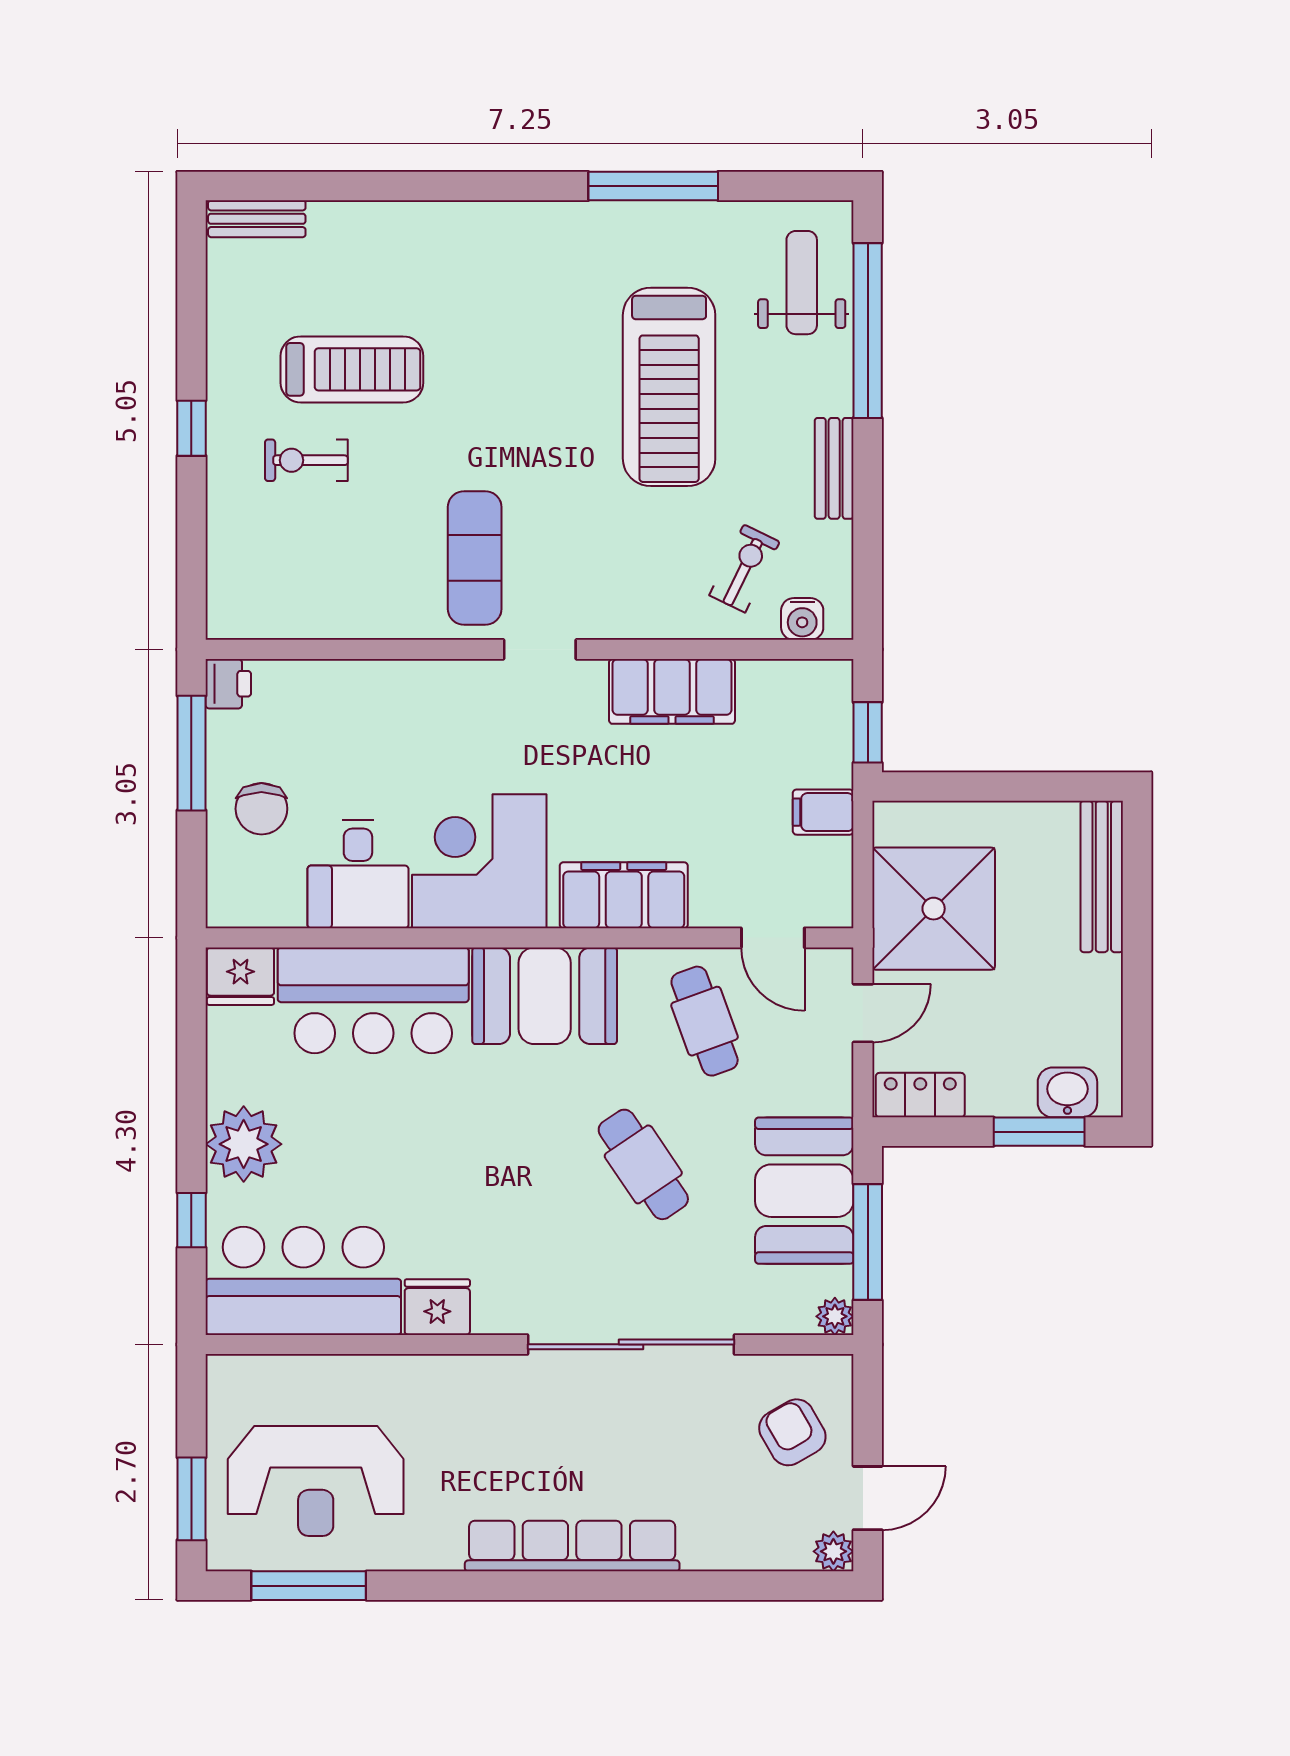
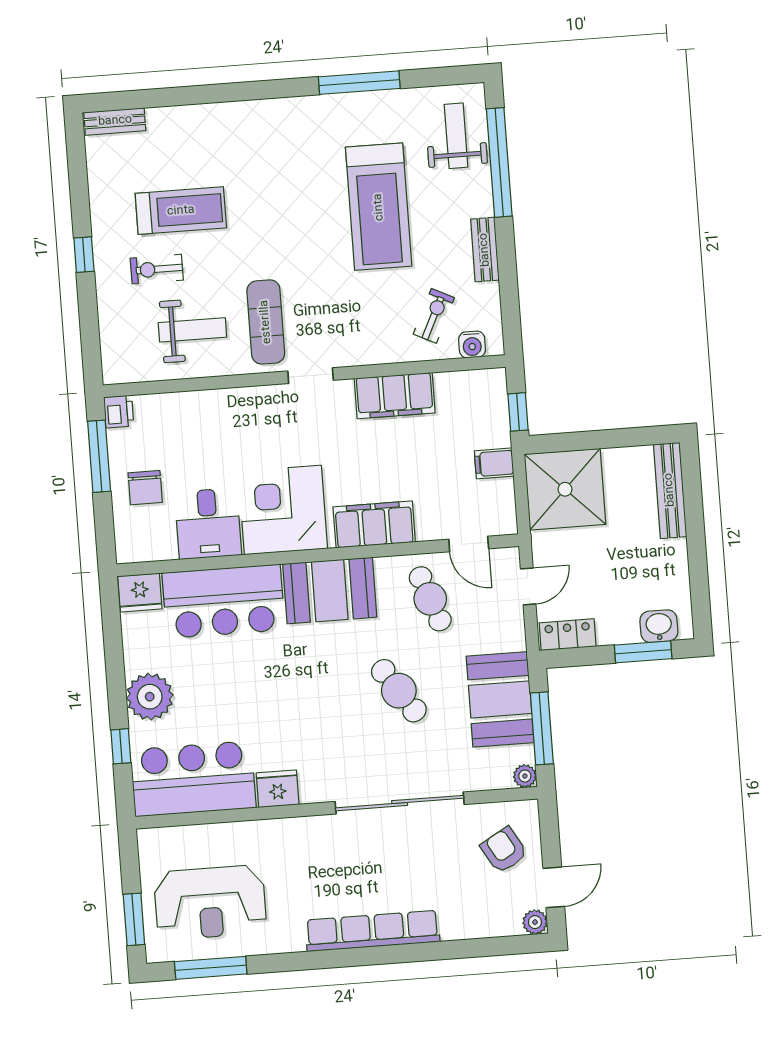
weight bench: (356, 562) -> (192, 330), added
shower: (934, 909) -> (565, 489), moved

